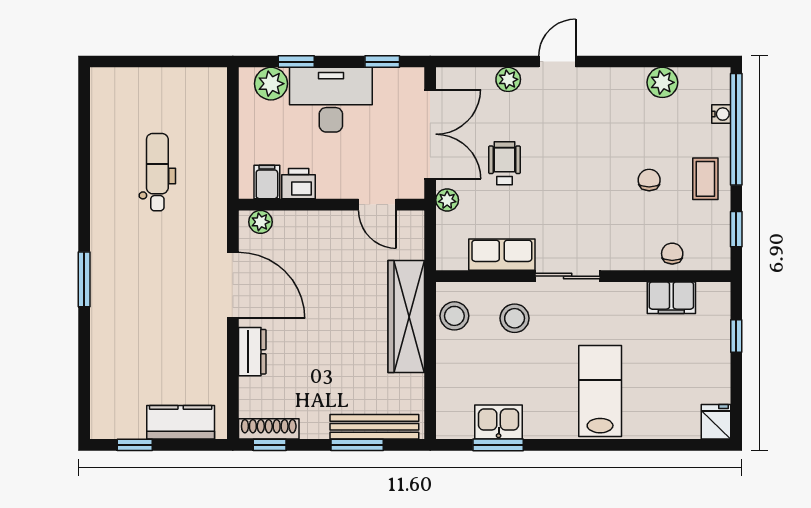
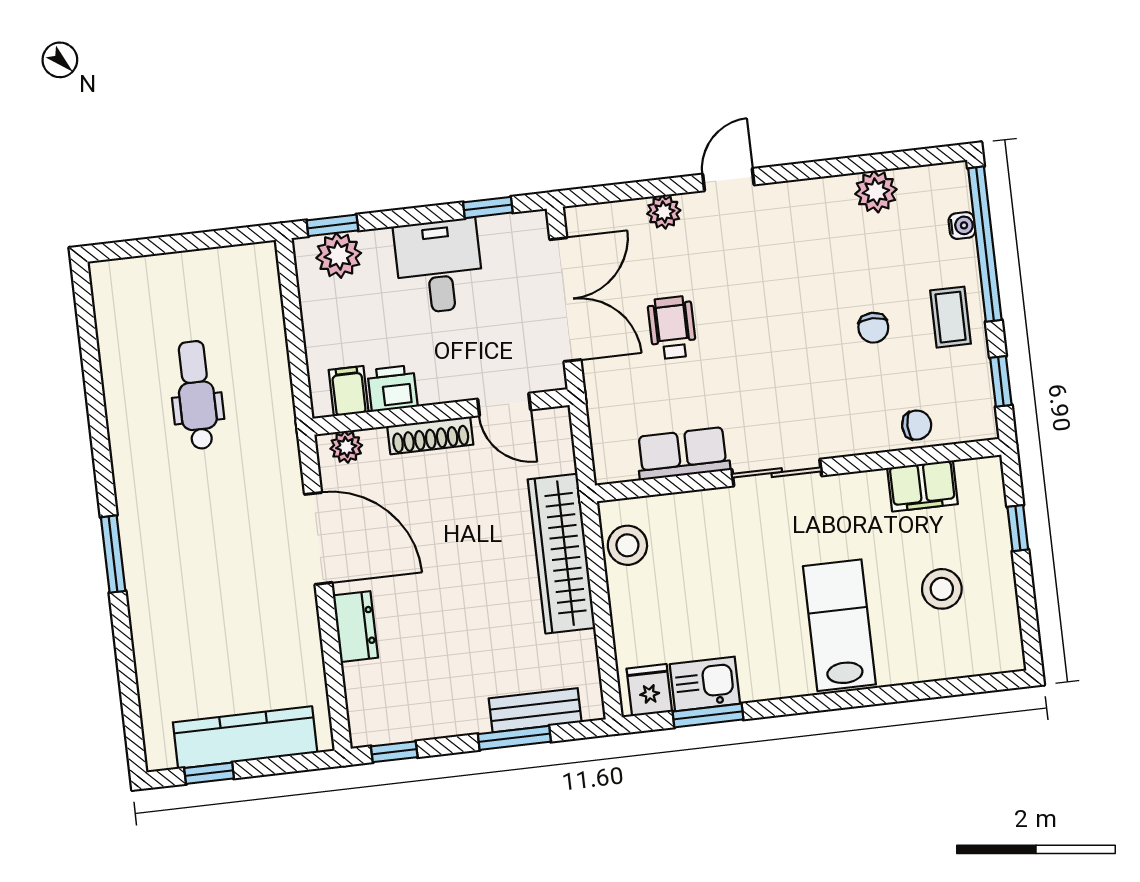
window: (296, 62) -> (332, 225), moved
desk: (331, 100) -> (439, 266), width x0.73
chair: (649, 180) -> (873, 328), turned 180
plant: (447, 200) -> (599, 387), removed
chair: (672, 254) -> (917, 425), turned 90
stool: (515, 318) -> (942, 589), moved
kitchen counter: (181, 422) -> (245, 737), width x1.50
fridge: (716, 422) -> (649, 690), moved
bench: (374, 427) -> (535, 710), width x0.73
shoe rack: (269, 429) -> (430, 435), moved, turned 180

